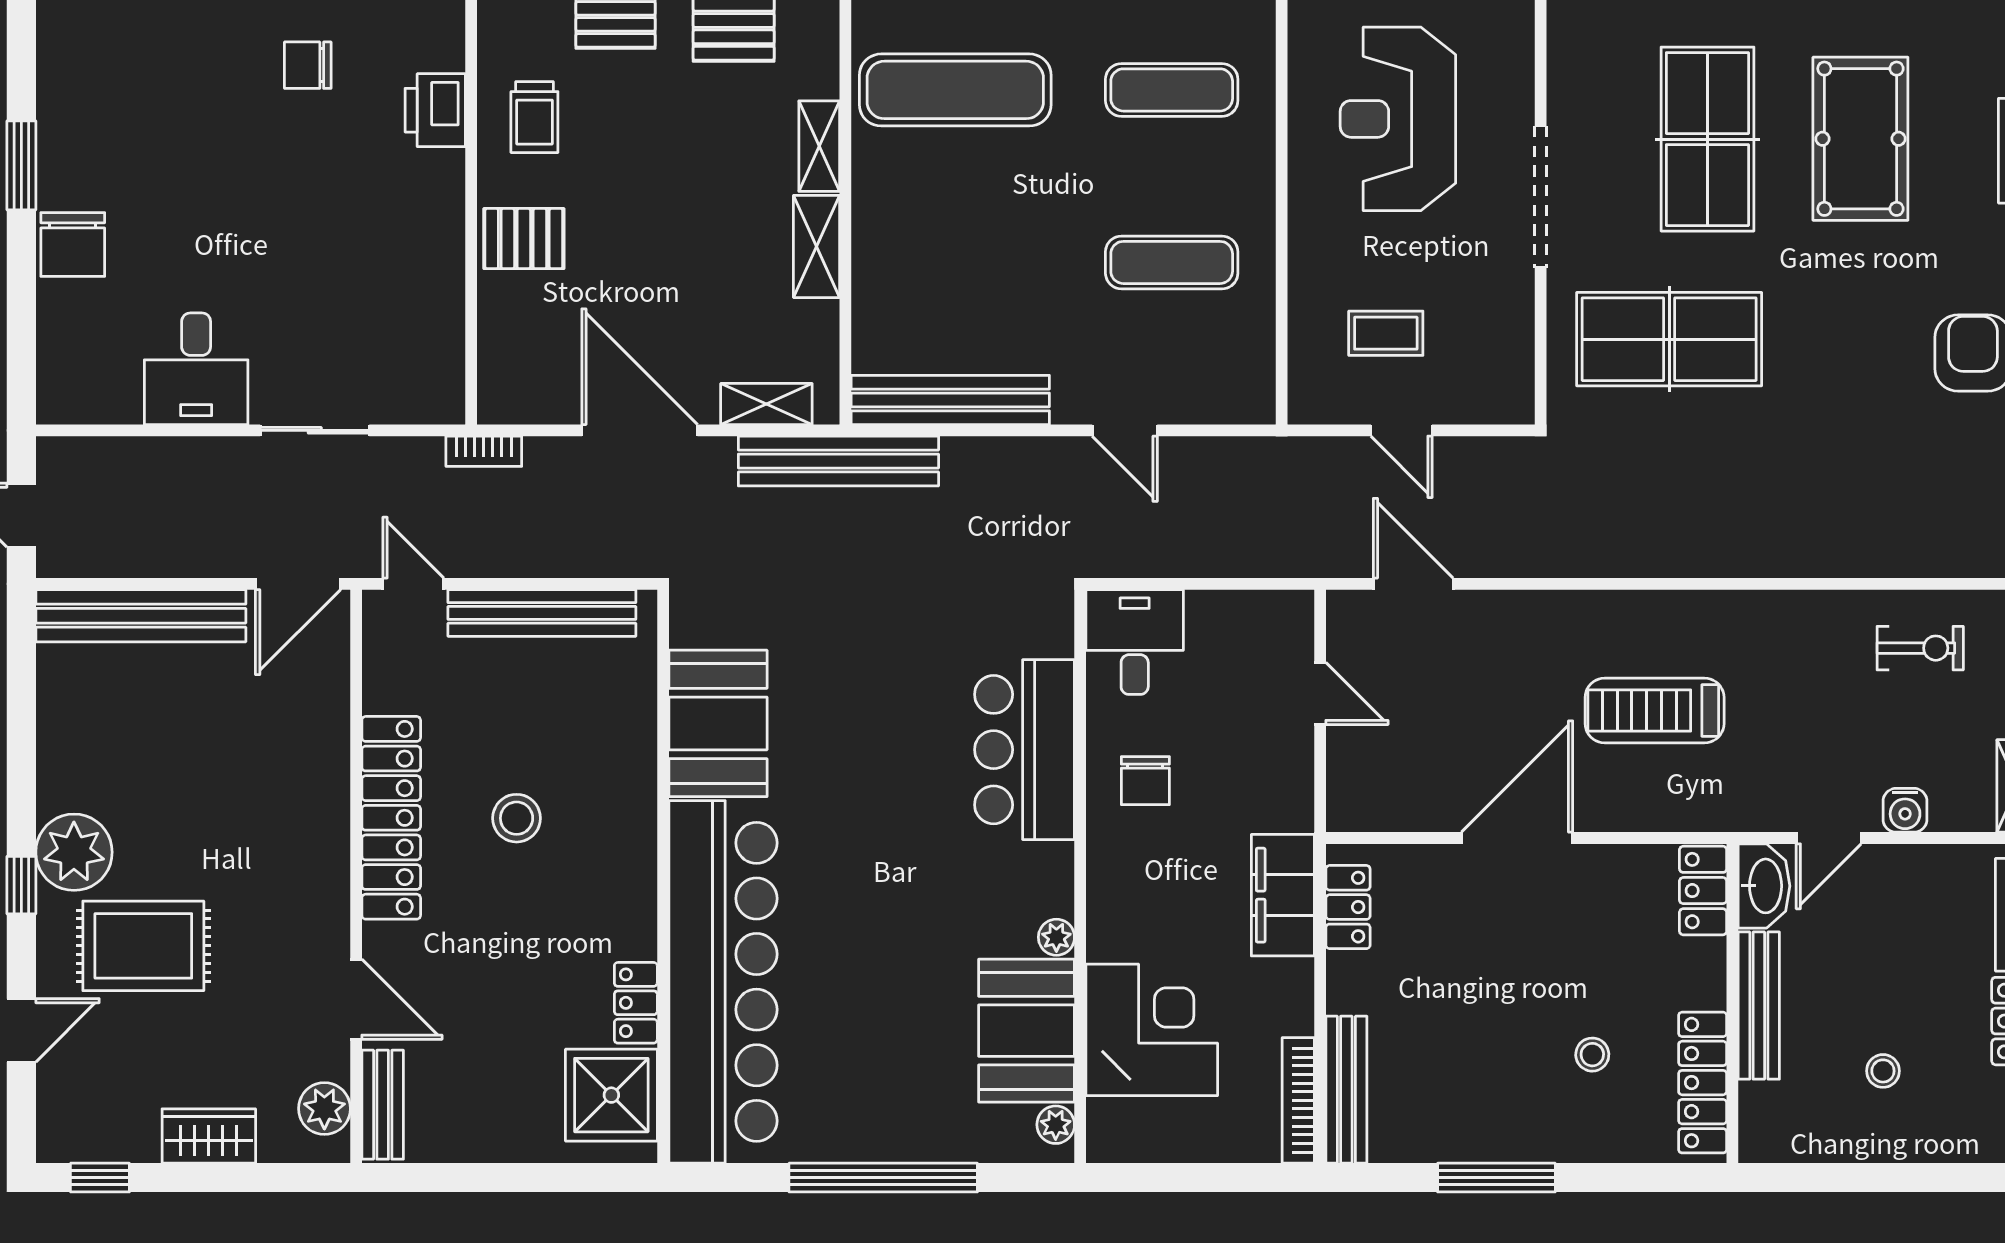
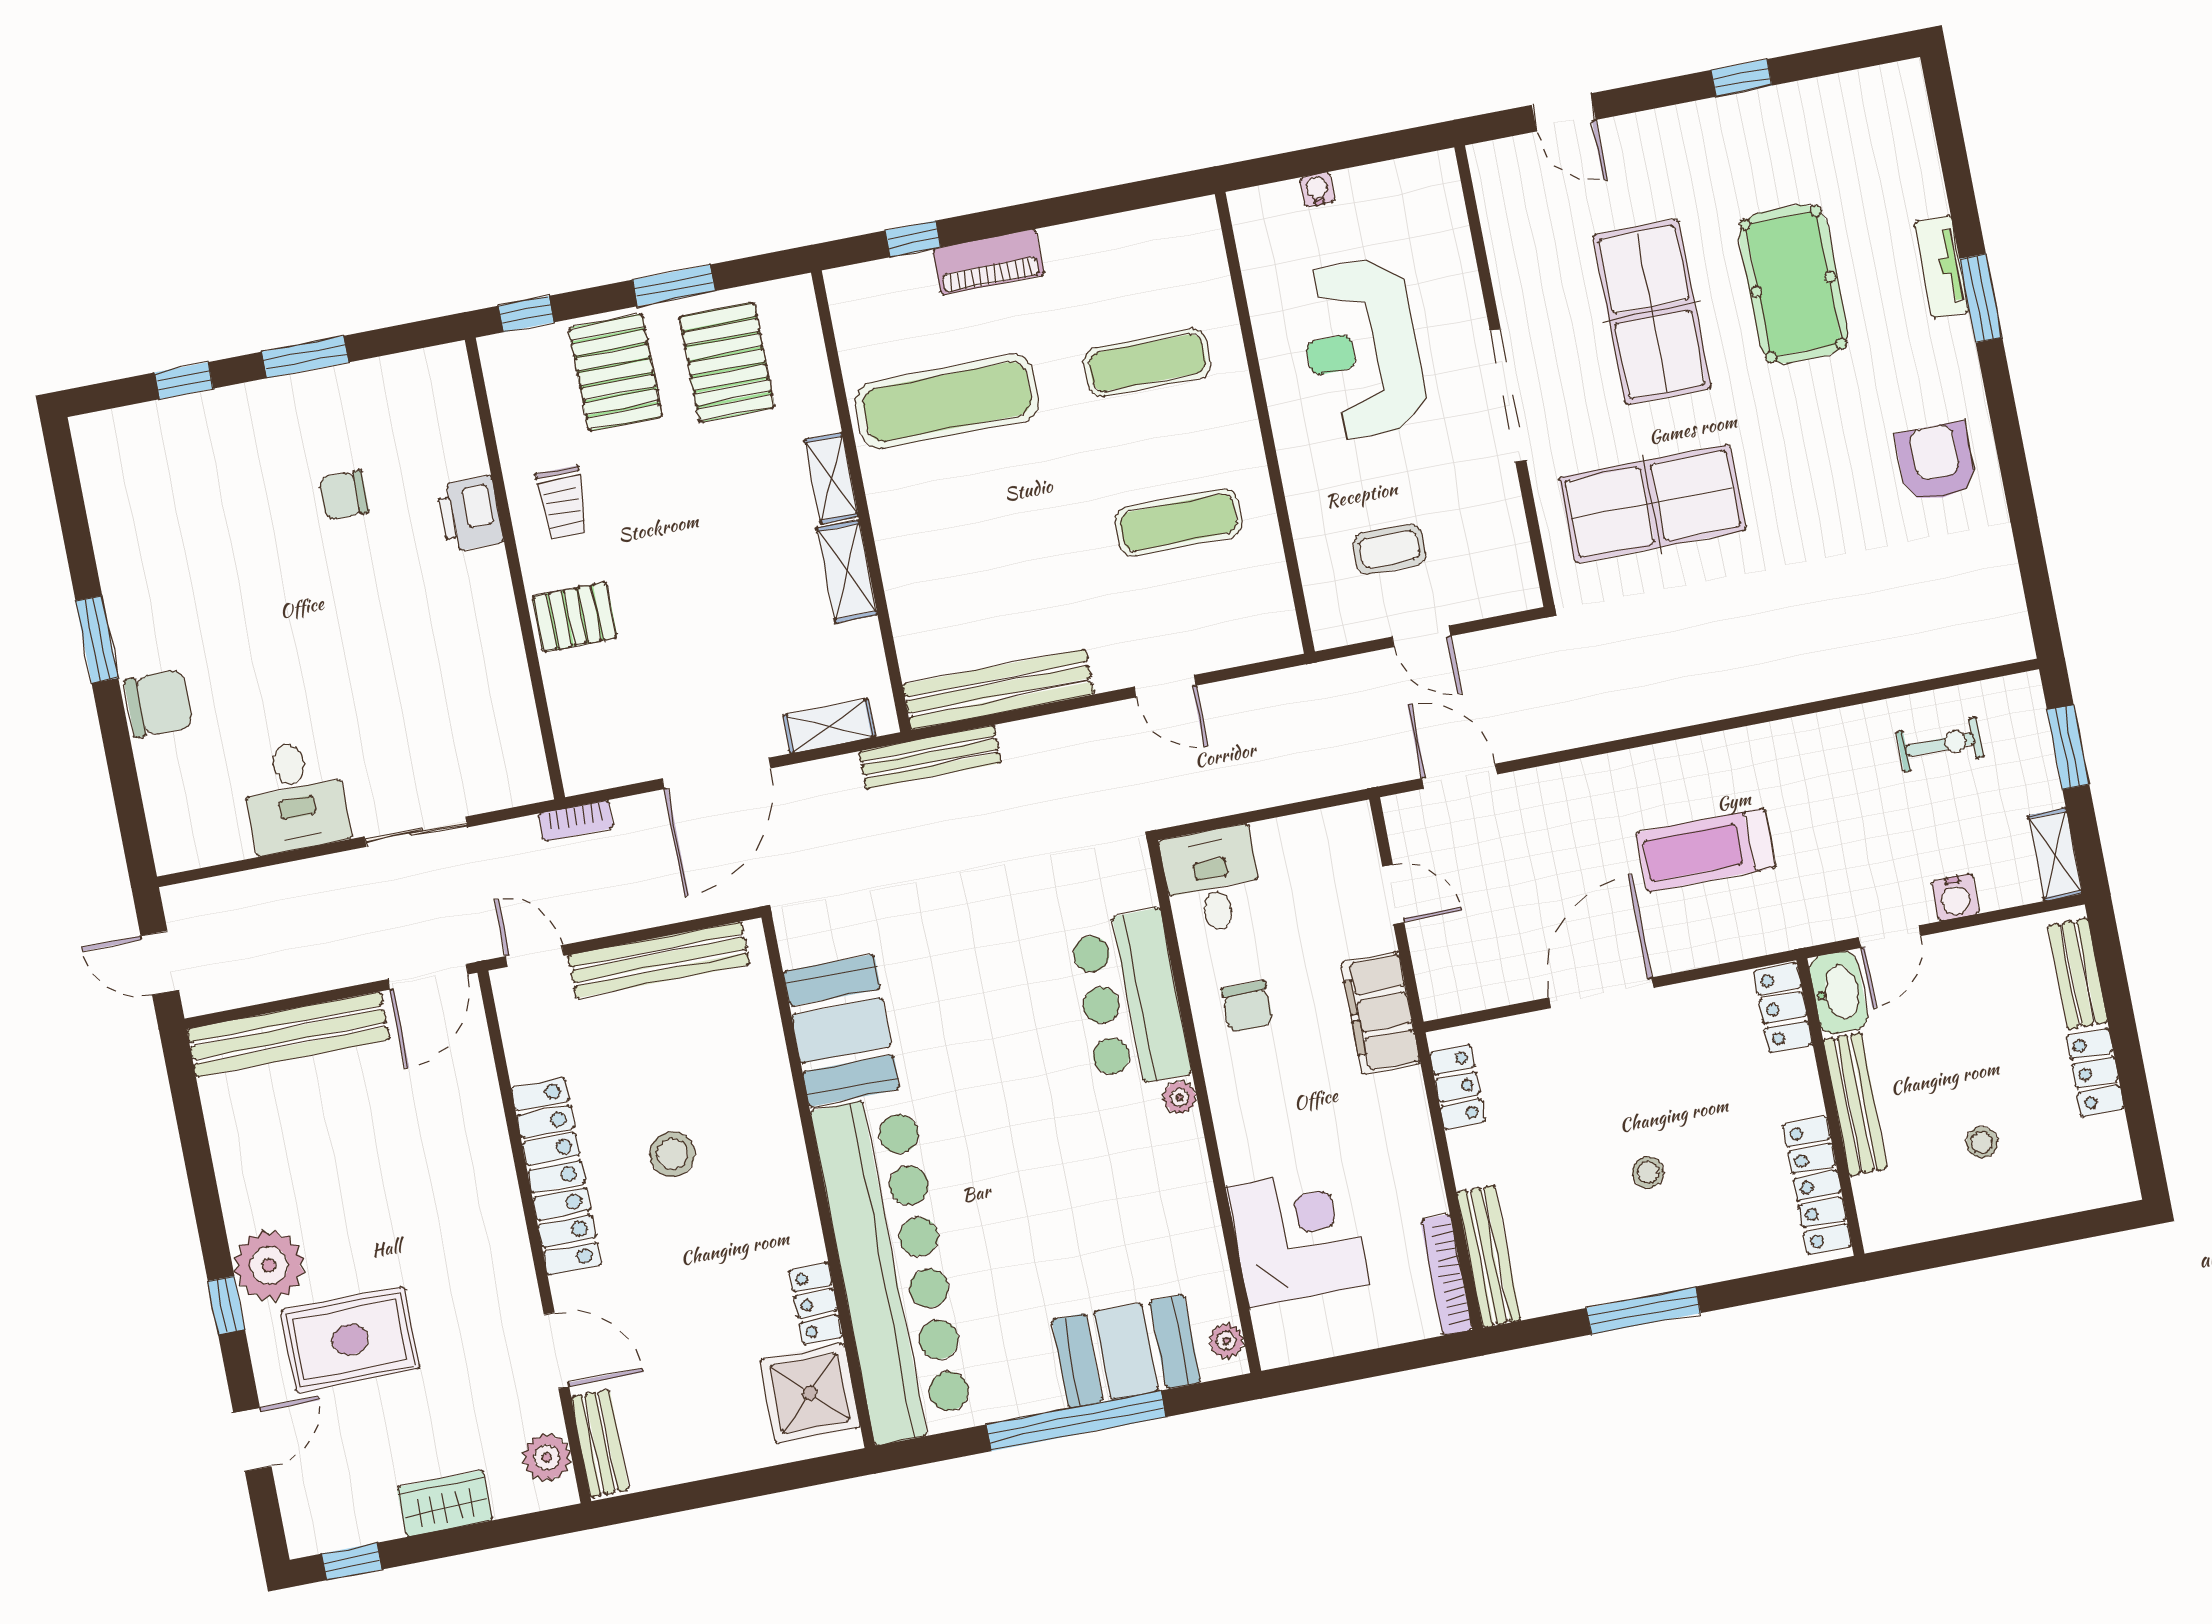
chair: (73, 245) -> (159, 703), turned -90
door: (640, 430) -> (717, 773), swing flipped
bench: (838, 461) -> (930, 757), width x0.73, depth x0.82
filing cabinet: (1283, 895) -> (1380, 1013), moved
plant: (1056, 937) -> (1180, 1097), moved
booth: (1027, 1031) -> (1126, 1351), moved, turned 90
stool: (1592, 1055) -> (1648, 1172), moved

